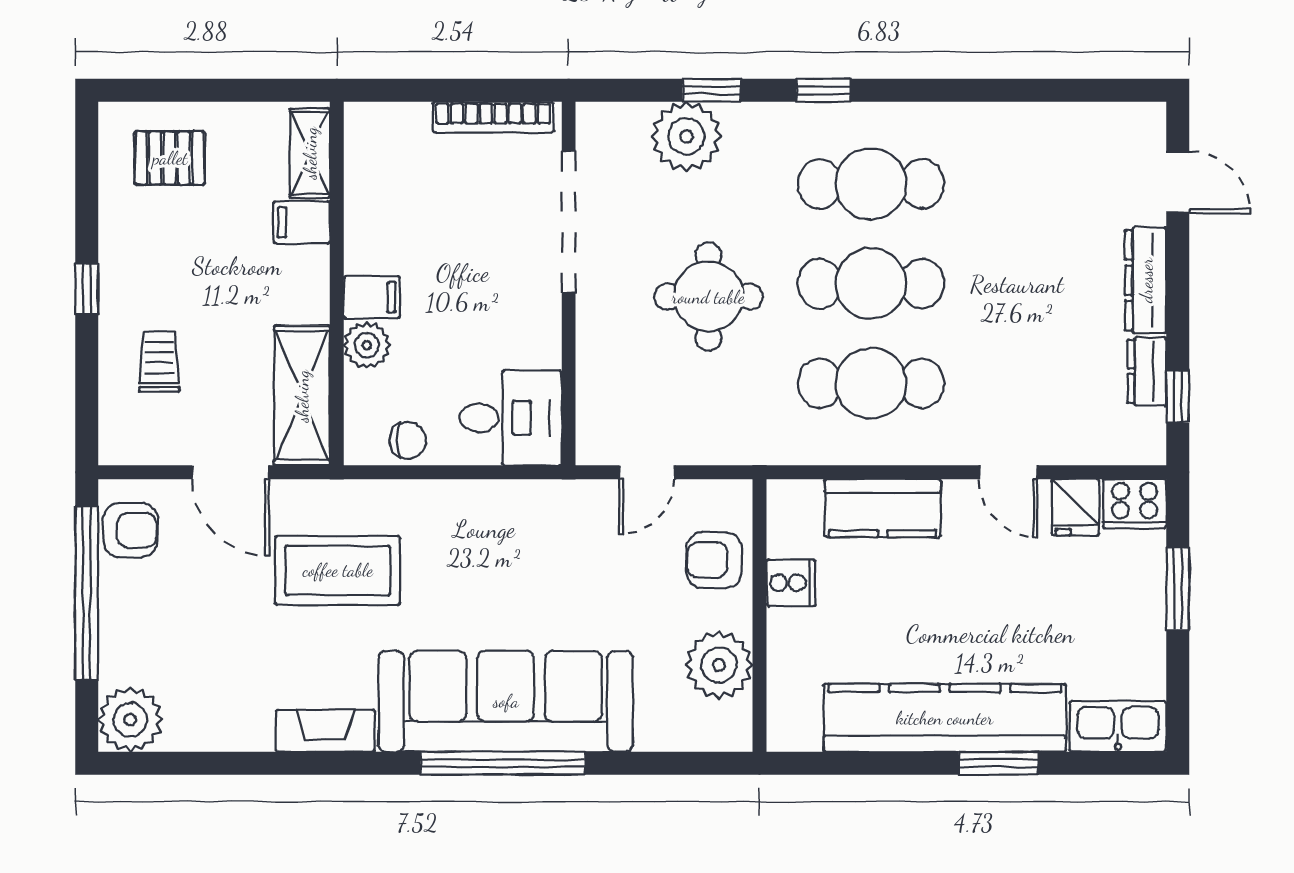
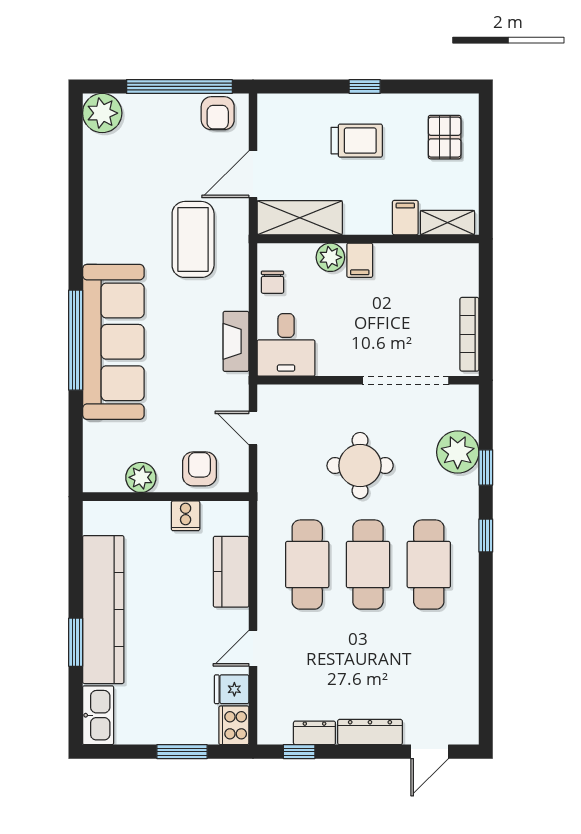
trolley: (159, 362) -> (357, 141), moved, width x1.36, depth x1.39
plant: (719, 665) -> (141, 477), width x0.73, depth x0.73
fireplace: (325, 731) -> (236, 341), moved, turned 180

